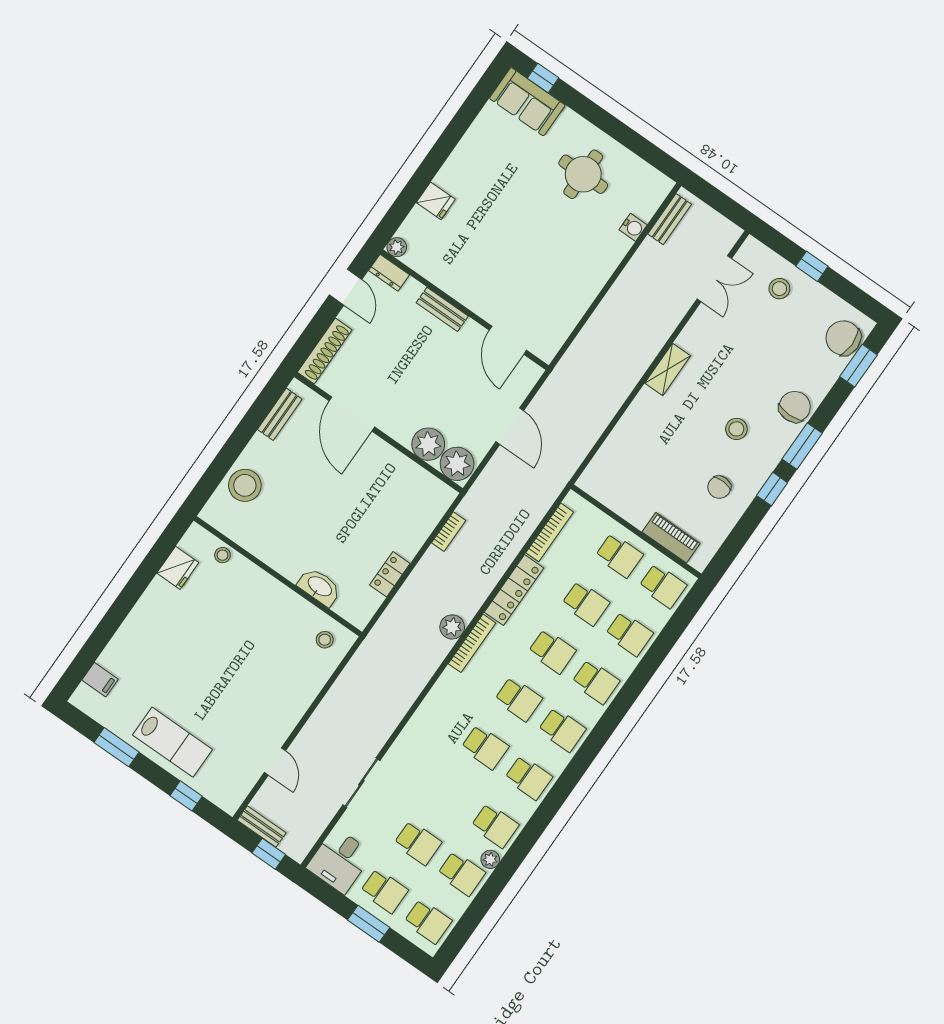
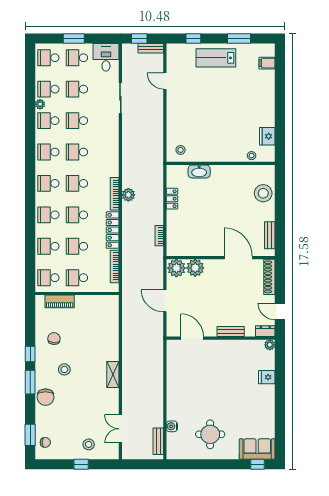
chair: (843, 338) -> (45, 442), width x0.54, depth x0.54
school desk: (451, 795) -> (77, 121), added

